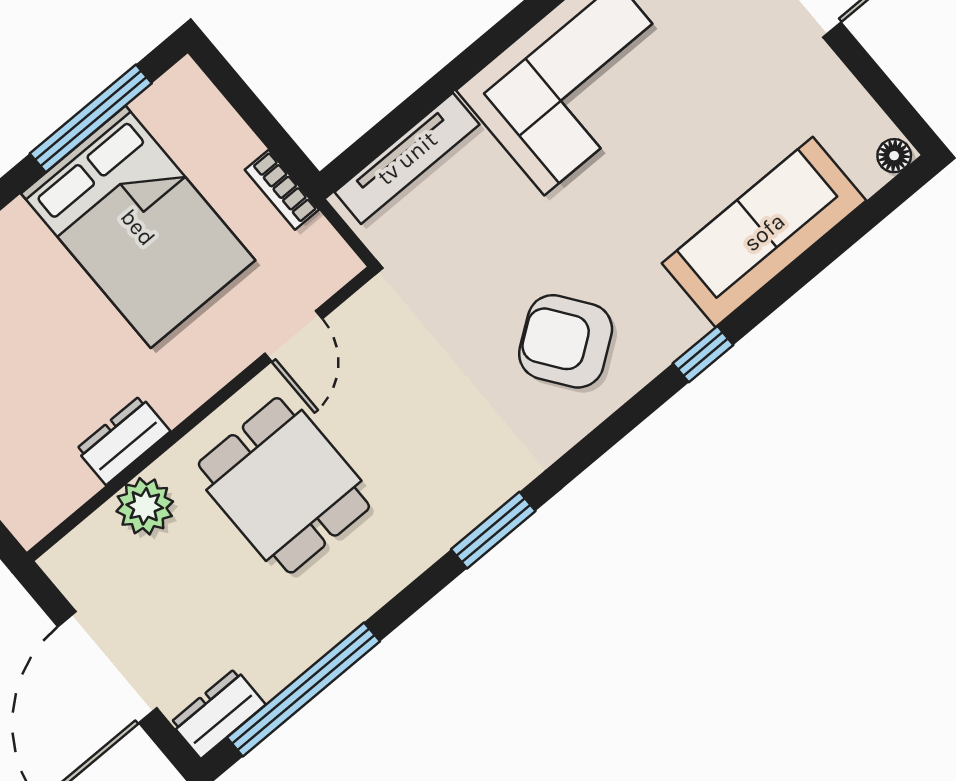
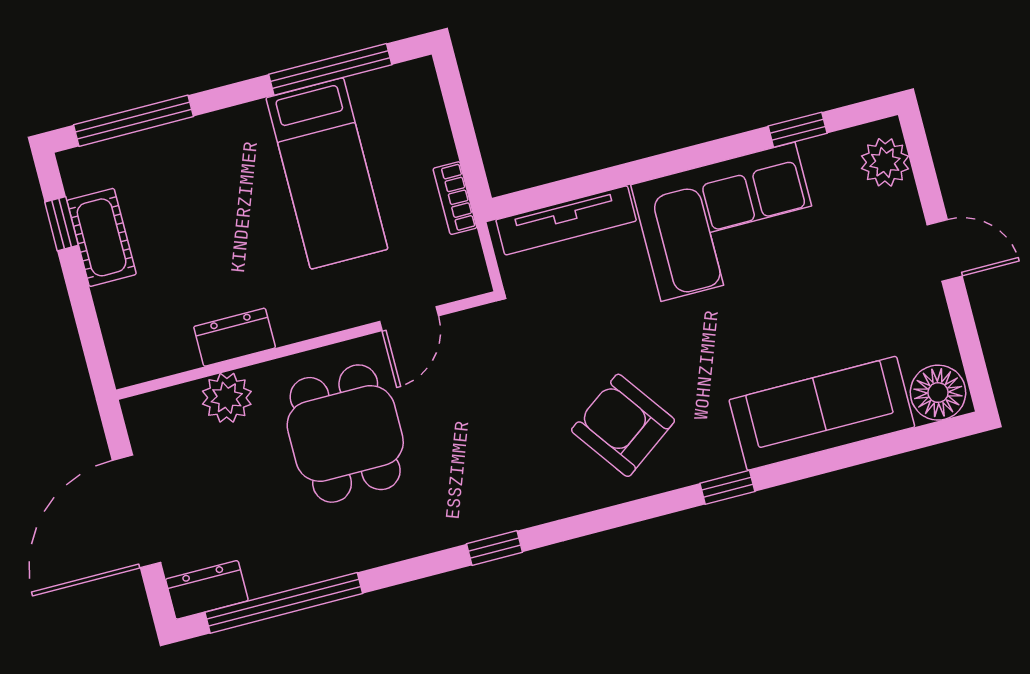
floor lamp: (894, 156) -> (938, 393), width x1.89, depth x1.89
bed: (138, 227) -> (327, 173), width x0.67
window: (493, 530) -> (494, 548), width x0.67

